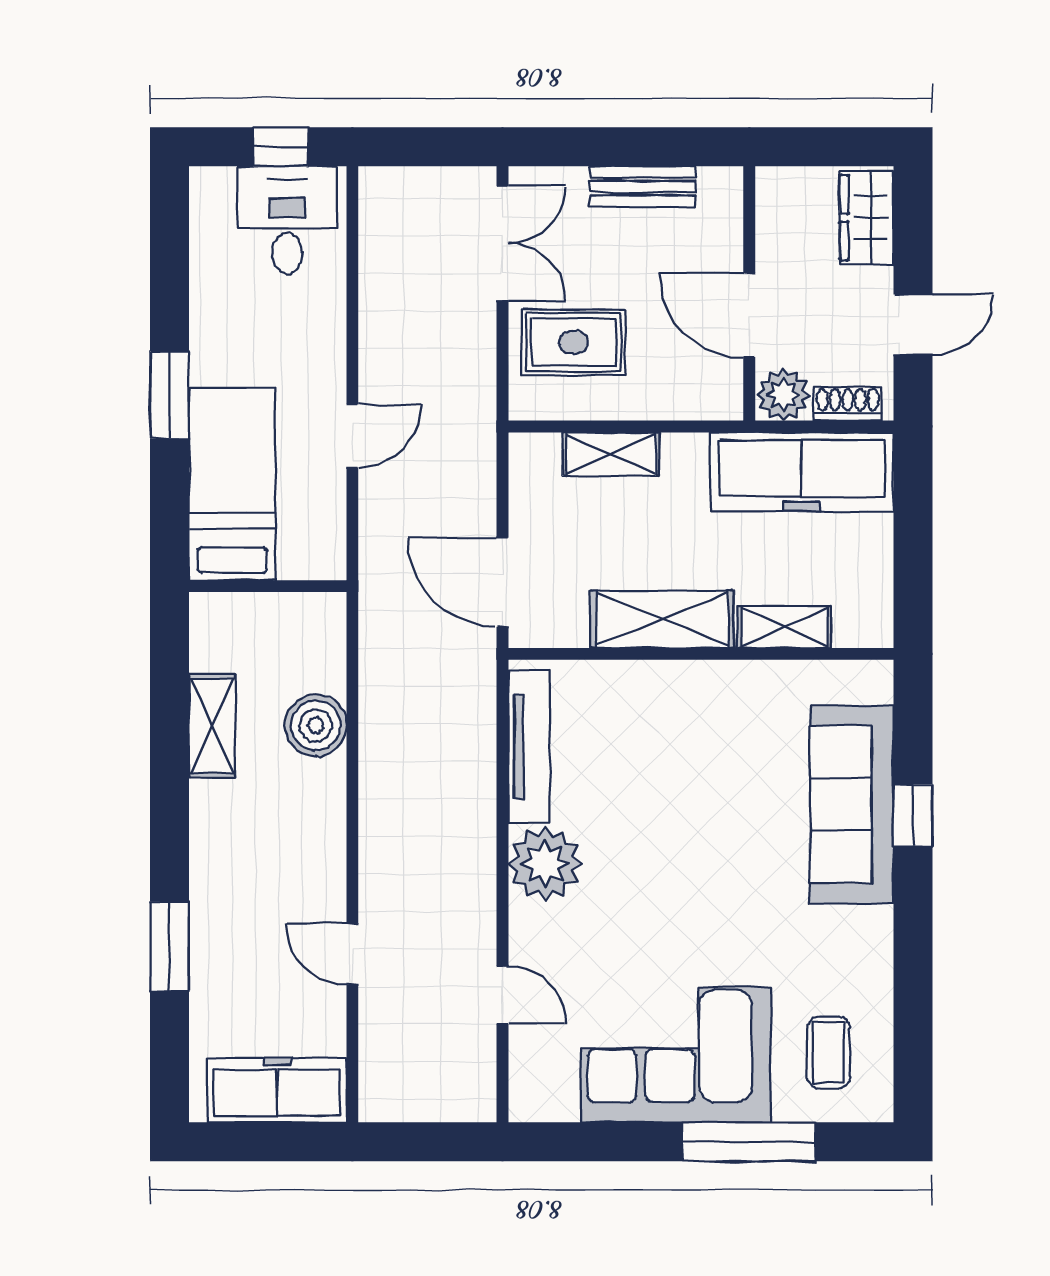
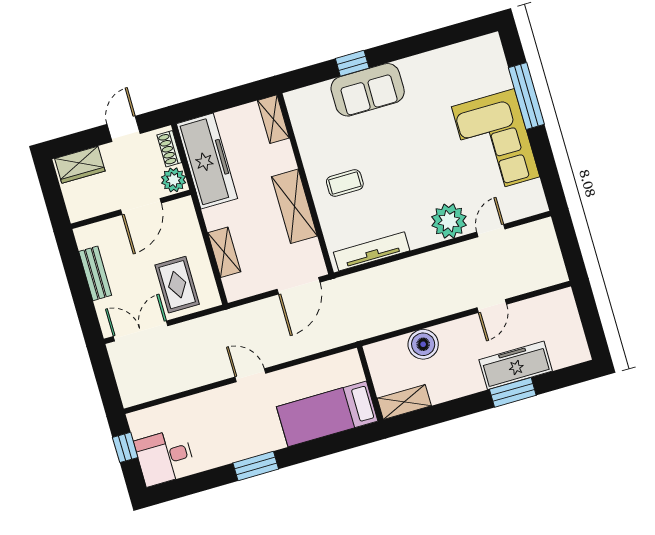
desk: (287, 220) -> (165, 457), moved
door: (913, 325) -> (124, 129), hinge flipped
bed: (232, 484) -> (327, 414), moved
wall: (268, 586) -> (370, 384), moved
shelving: (785, 627) -> (273, 119), moved
boiler: (316, 725) -> (423, 344), moved
sofa: (852, 804) -> (368, 90), width x0.73
plant: (545, 864) -> (449, 221), moved
coffee table: (828, 1052) -> (345, 183), moved
freezer: (277, 1090) -> (516, 365), moved, turned 90

